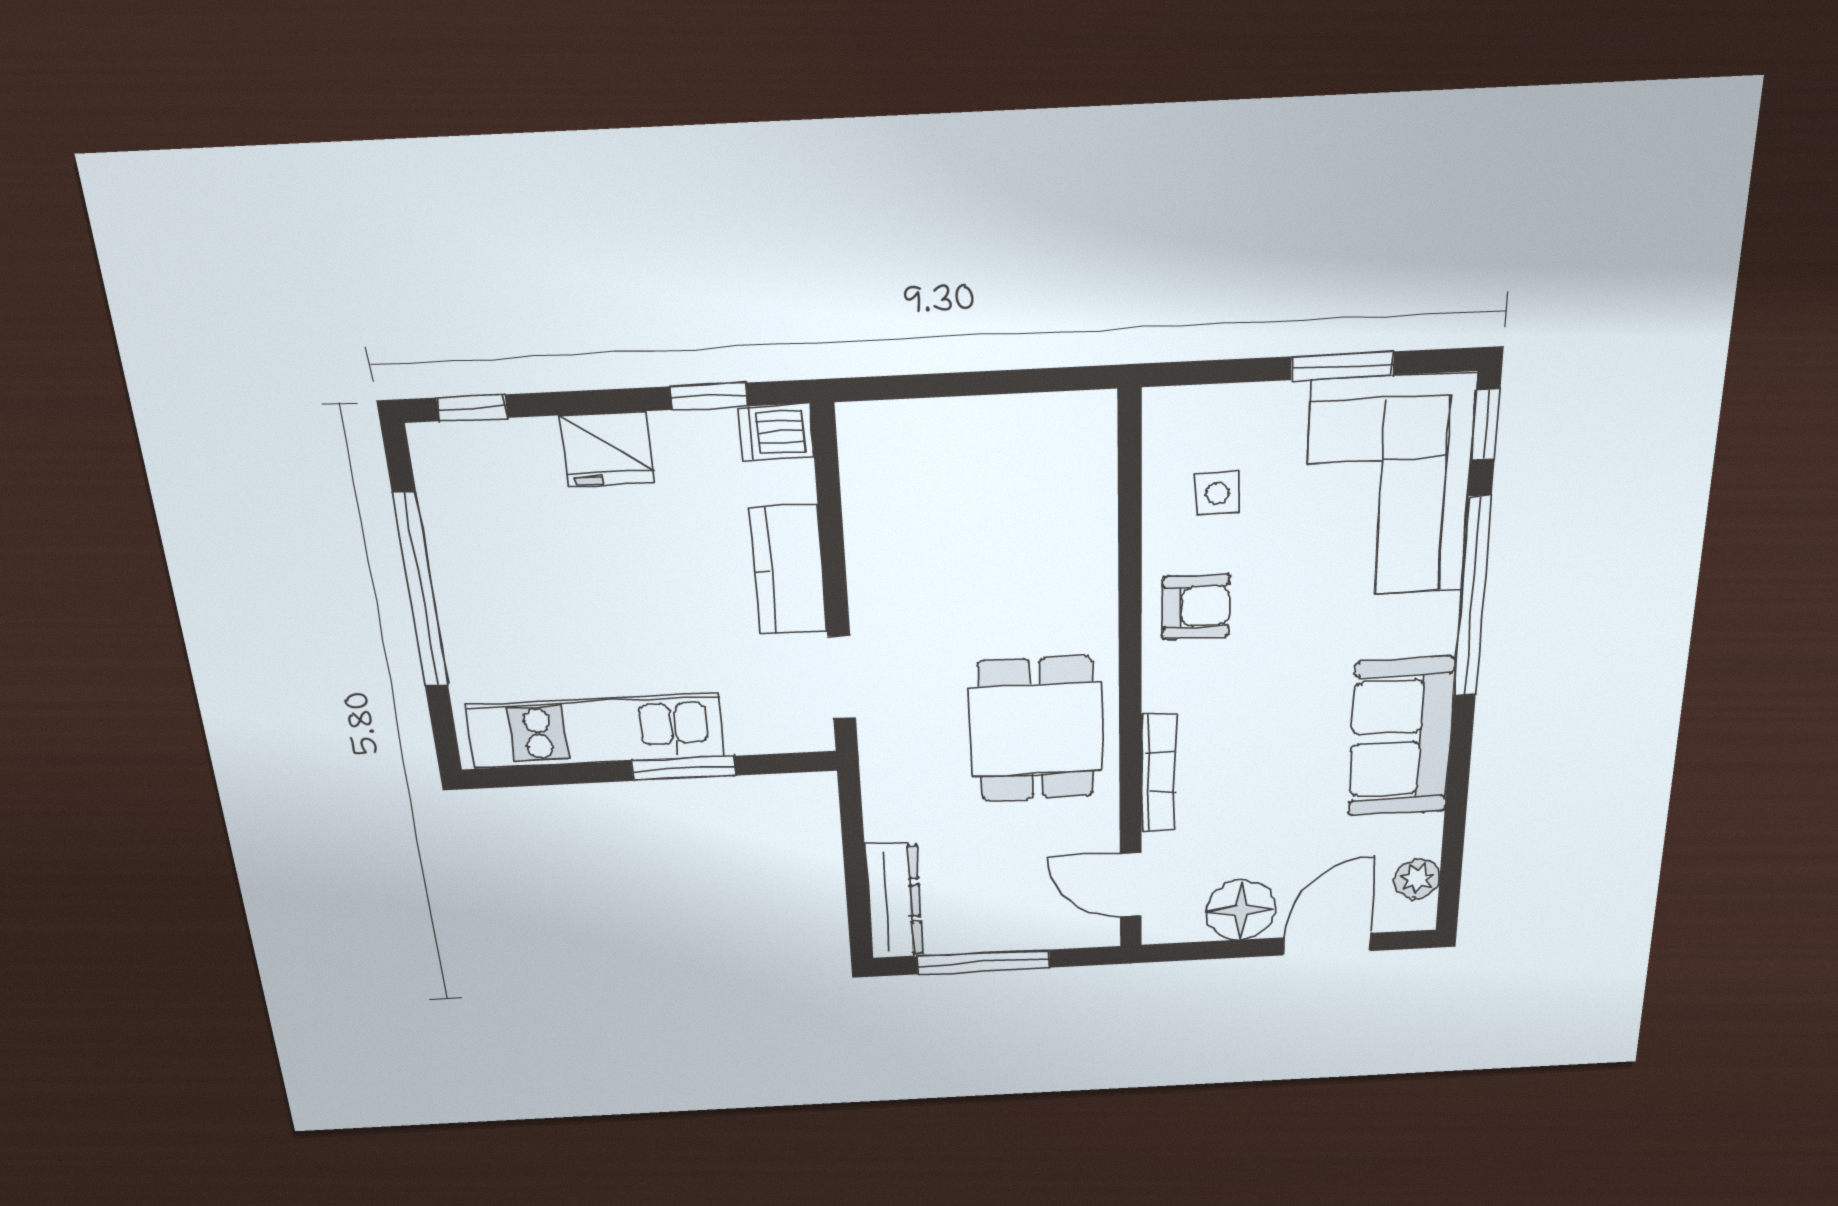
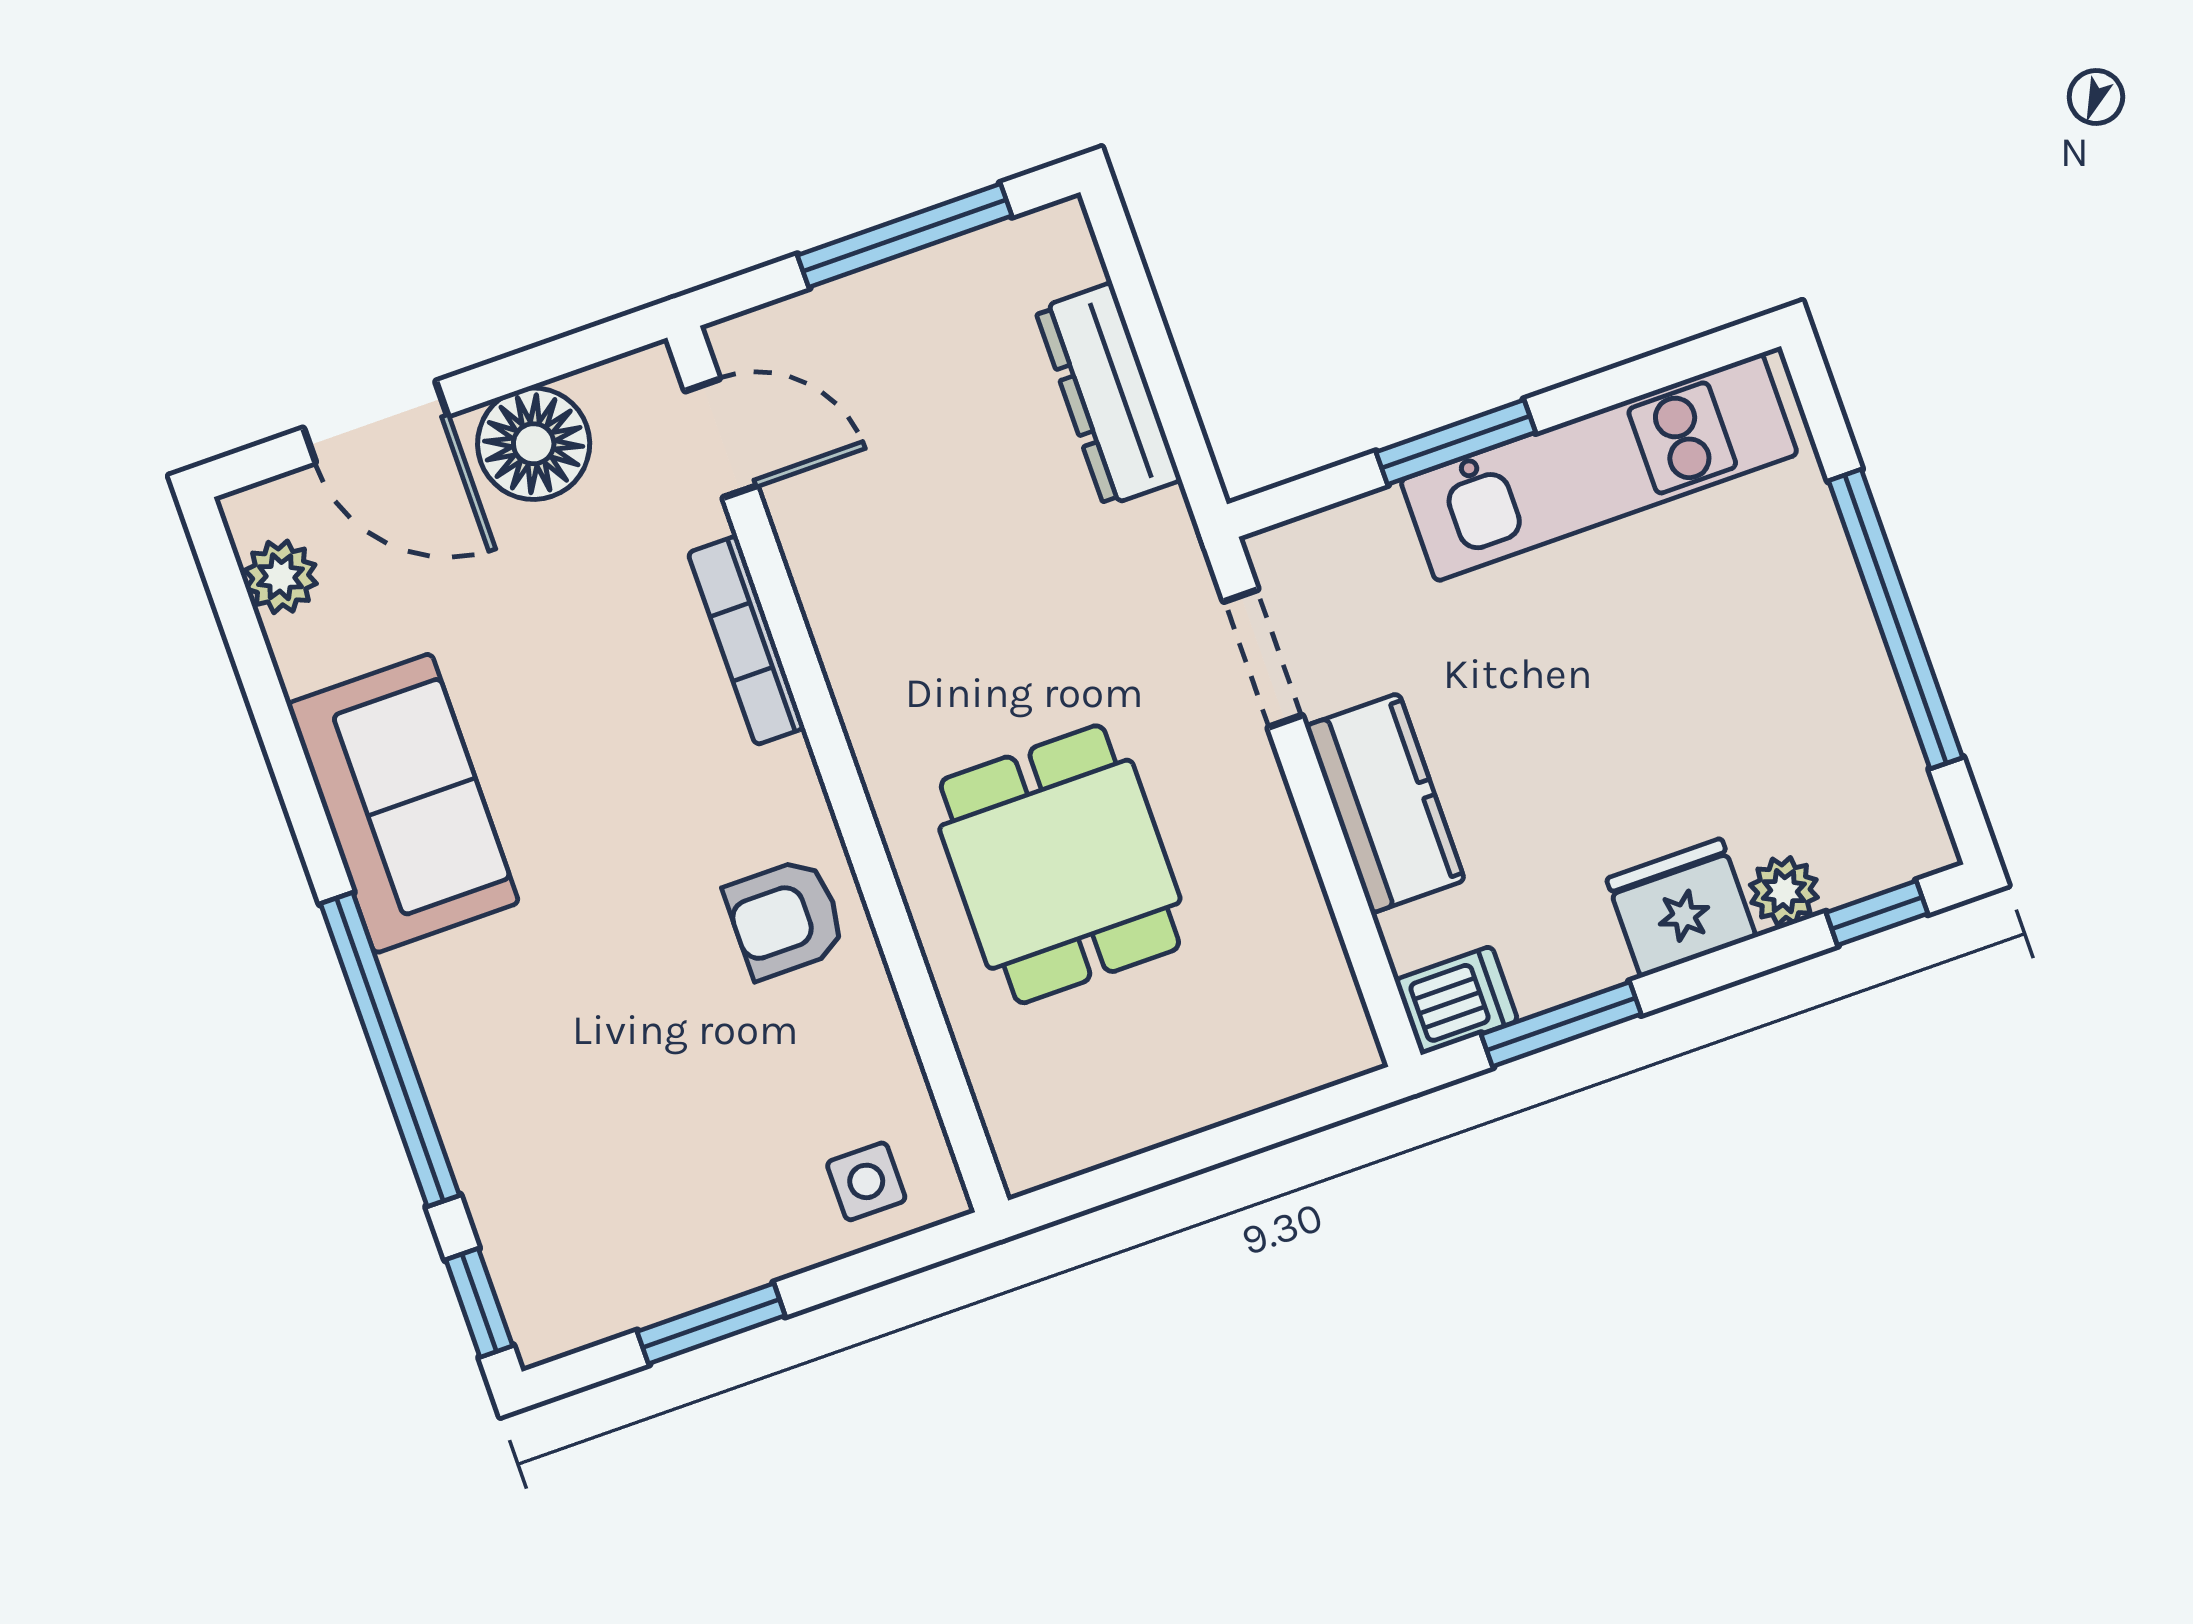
window: (709, 396) -> (1561, 1024), width x1.50
plant: (534, 440) -> (1784, 891), added
corner sofa: (1389, 487) -> (578, 1176), removed
side table: (1217, 493) -> (866, 1181), moved
dining table: (1036, 729) -> (1060, 864), moved
dresser: (894, 901) -> (1108, 395), moved
door: (1327, 944) -> (376, 422), hinge flipped

